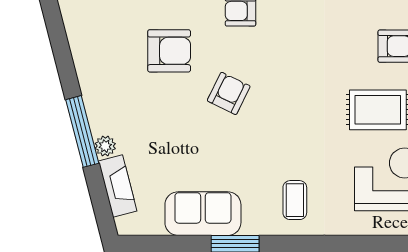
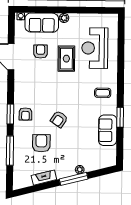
armchair: (229, 93) -> (59, 119), turned -82
fireplace: (118, 186) -> (44, 178), moved

